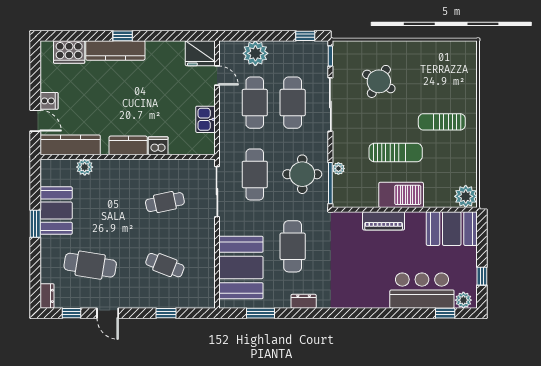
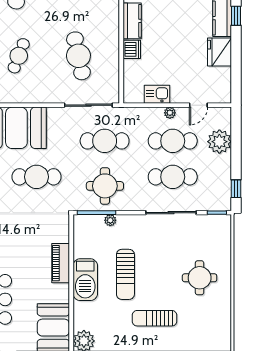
fridge: (200, 53) -> (220, 52), moved
round table: (379, 81) -> (200, 278), moved, turned -31
plant: (225, 106) -> (170, 113), added
sun lounger: (442, 122) -> (154, 318), turned -90
cafe table: (165, 202) -> (78, 56), width x1.37, depth x1.35

